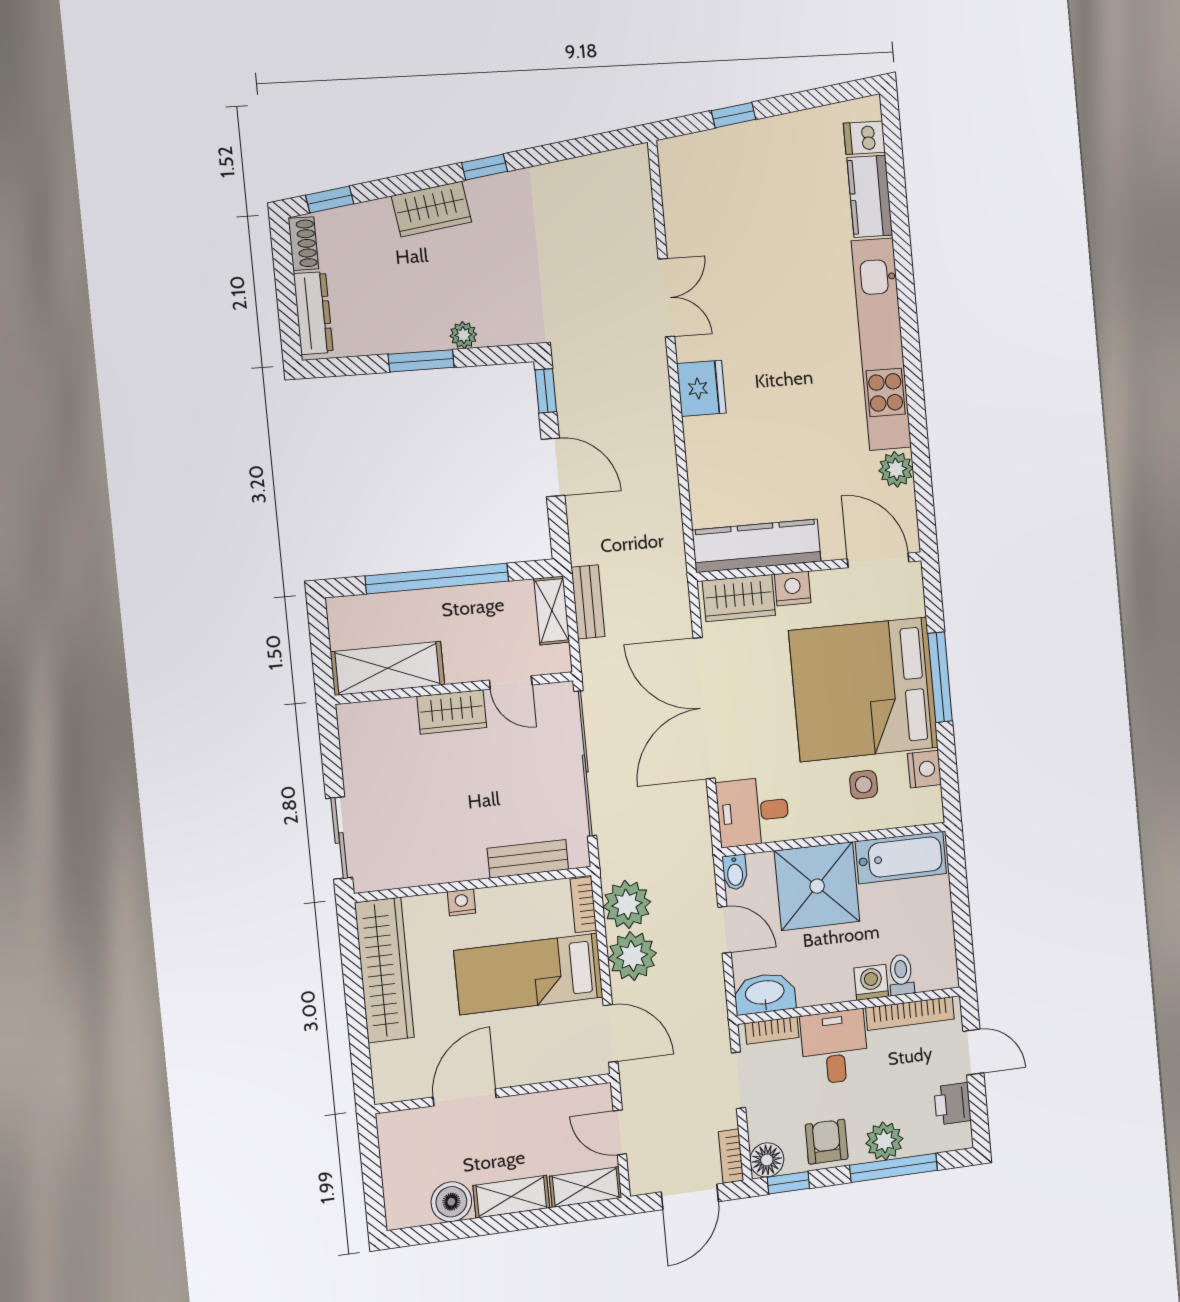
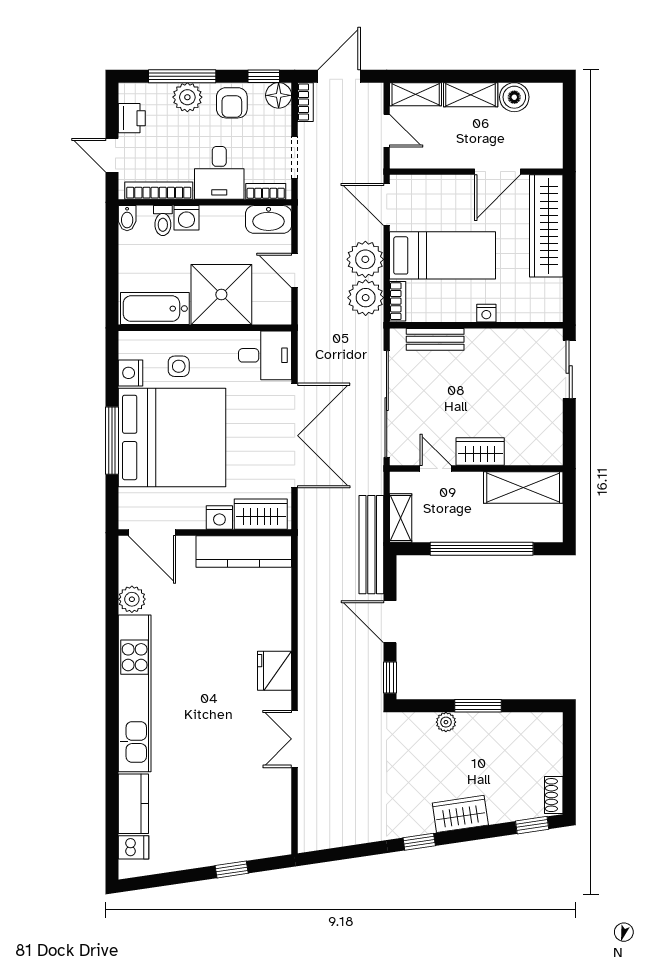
dresser: (313, 313) -> (551, 745), removed
bench: (588, 602) -> (371, 545), width x1.86, depth x1.21
bidet: (735, 872) -> (127, 218), moved, turned 180
wardrobe: (384, 970) -> (546, 226), moved

